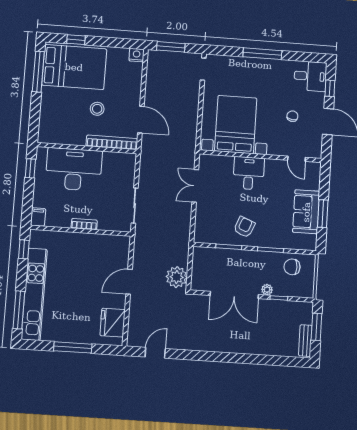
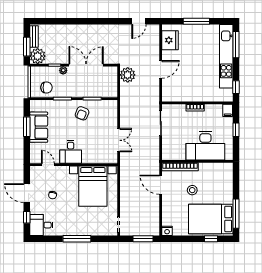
window: (30, 168) -> (236, 130), moved
desk: (249, 173) -> (71, 152), moved
plant: (302, 312) -> (38, 56), added

